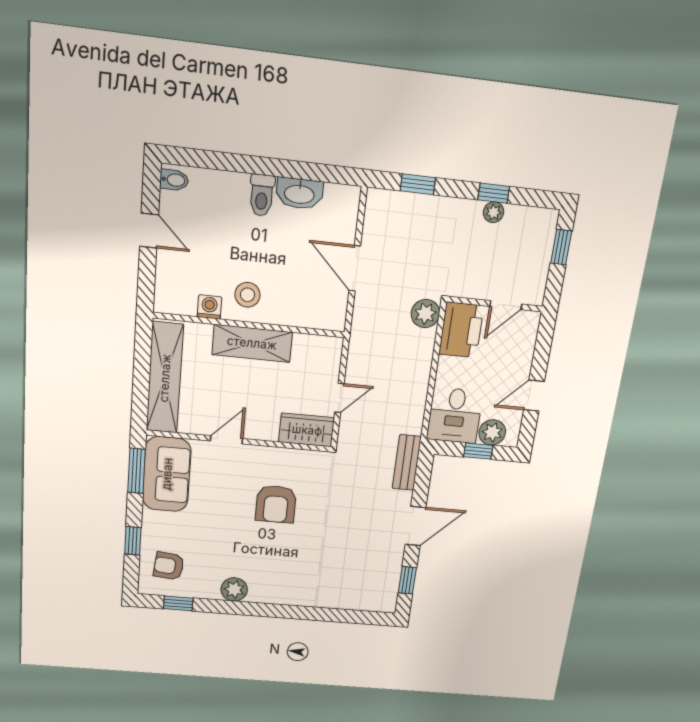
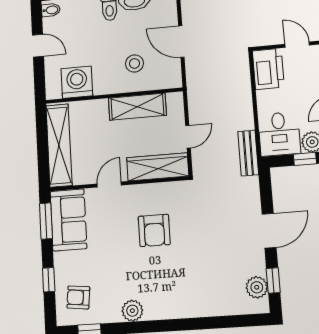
stool: (247, 295) -> (134, 63), moved
door: (506, 305) -> (297, 45), swing flipped
washing machine: (209, 307) -> (77, 82), width x1.89, depth x1.89
plant: (425, 314) -> (257, 287), moved
shelving: (252, 343) -> (137, 107), moved
wardrobe: (307, 430) -> (158, 167), width x1.50
bench: (407, 463) -> (248, 153), moved

